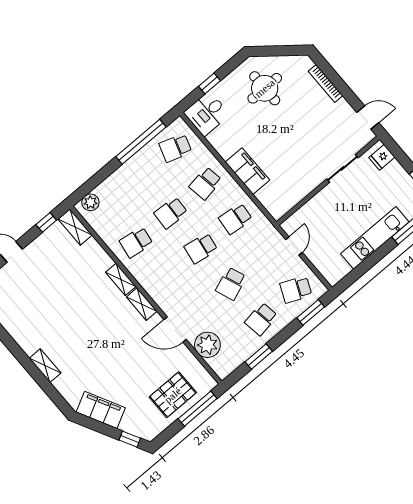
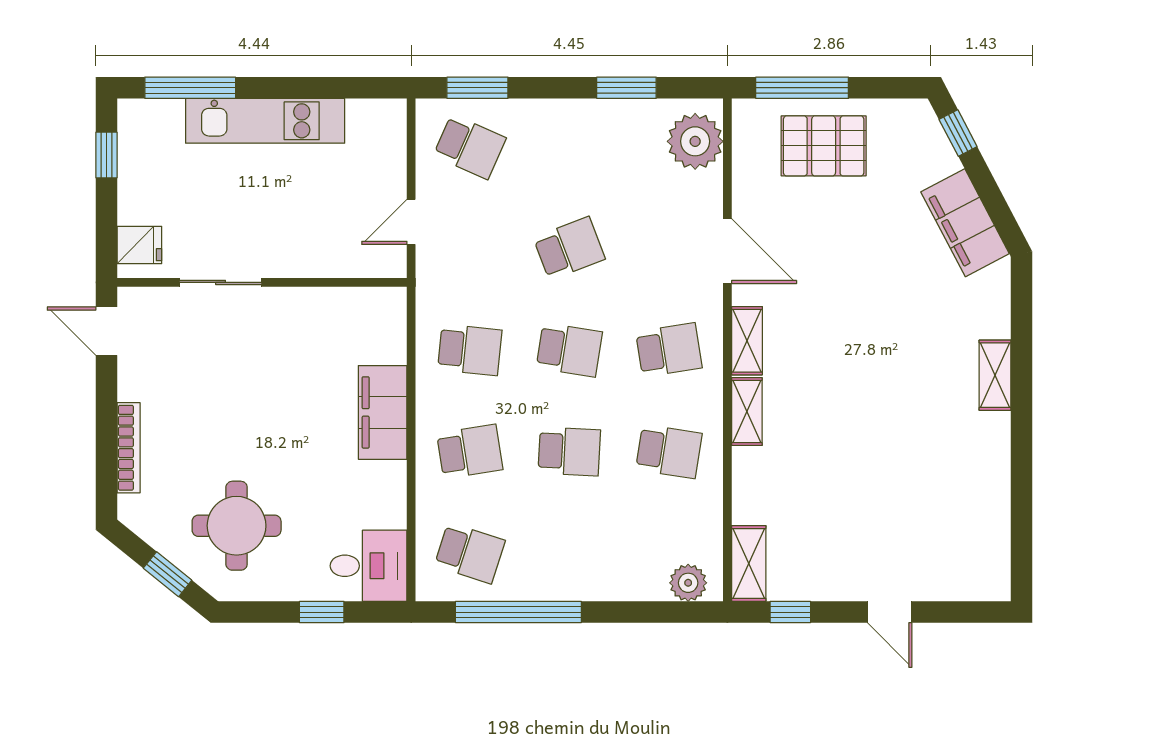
window: (274, 51) -> (168, 574), added
school desk: (261, 319) -> (669, 350), moved
plant: (207, 345) -> (695, 141), moved

